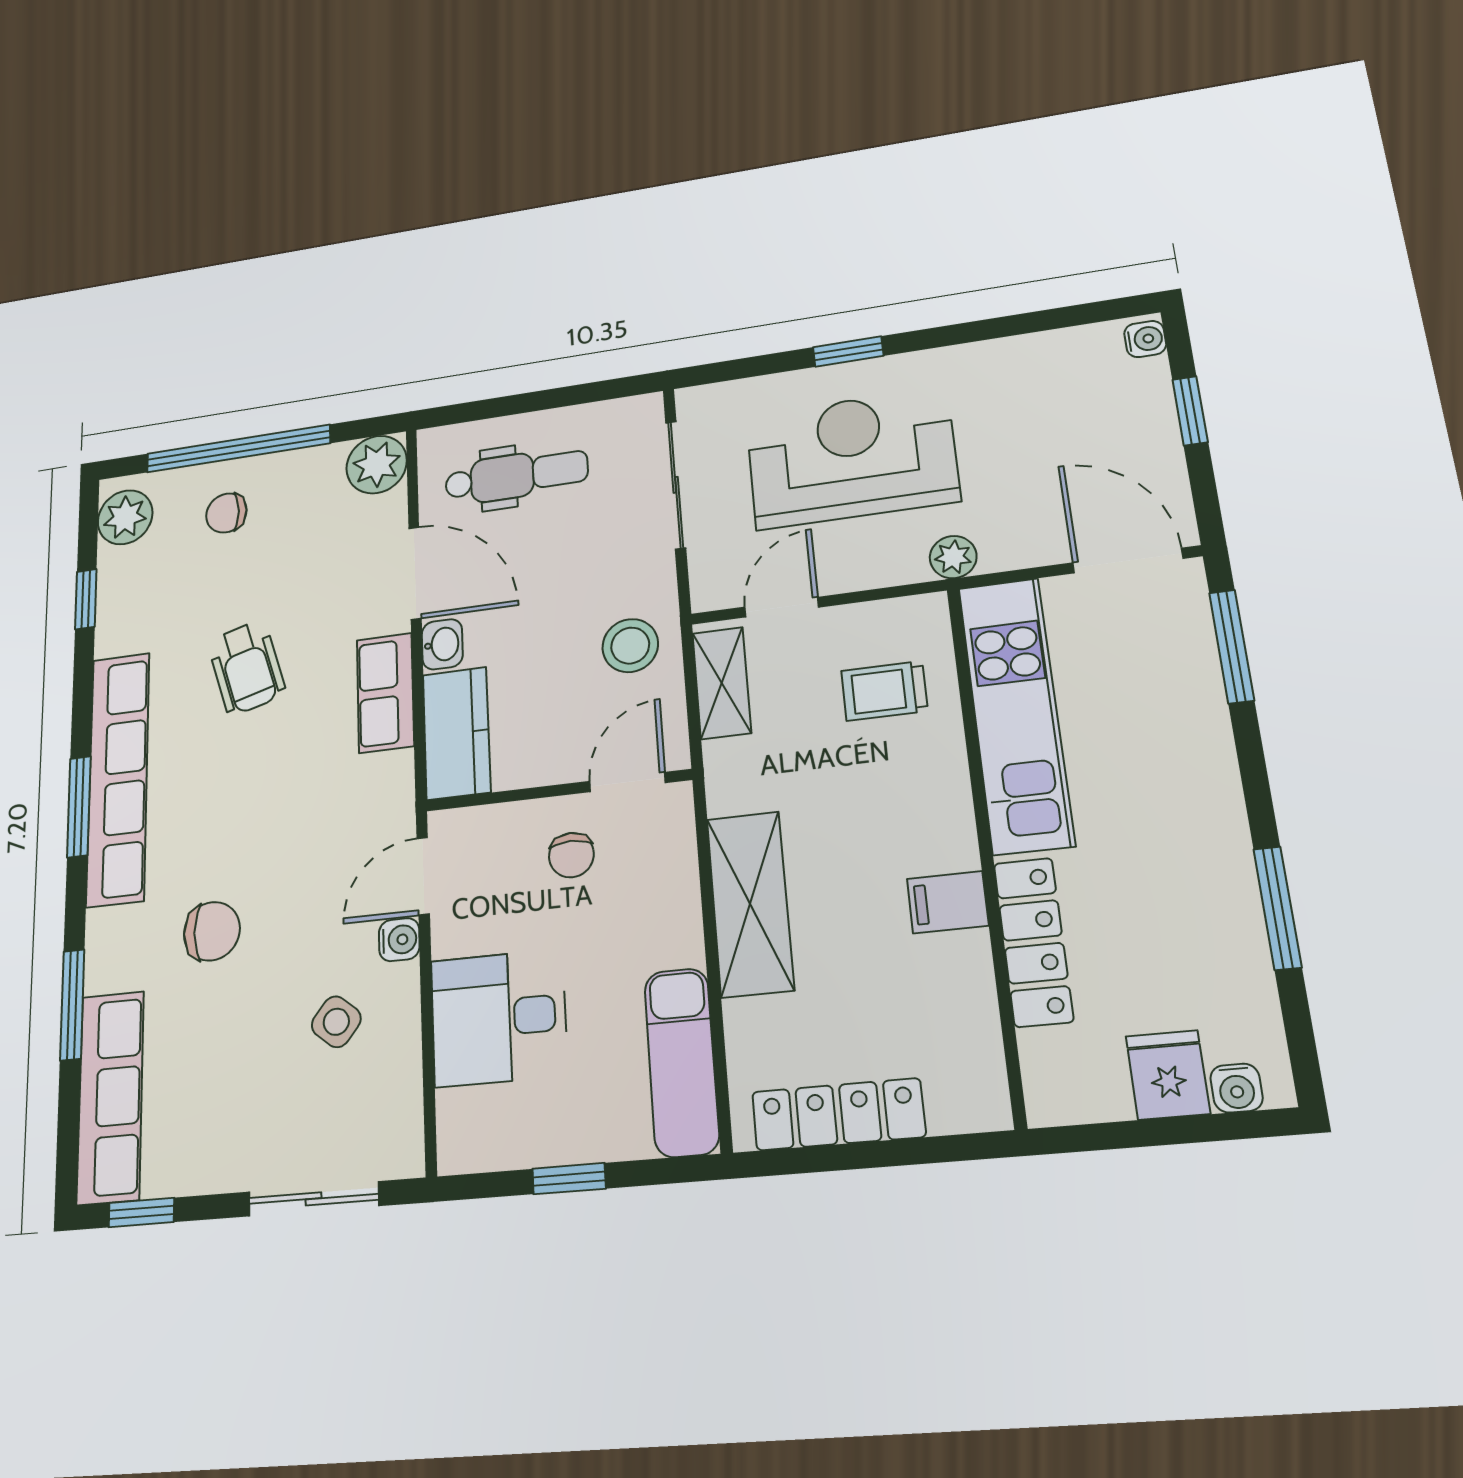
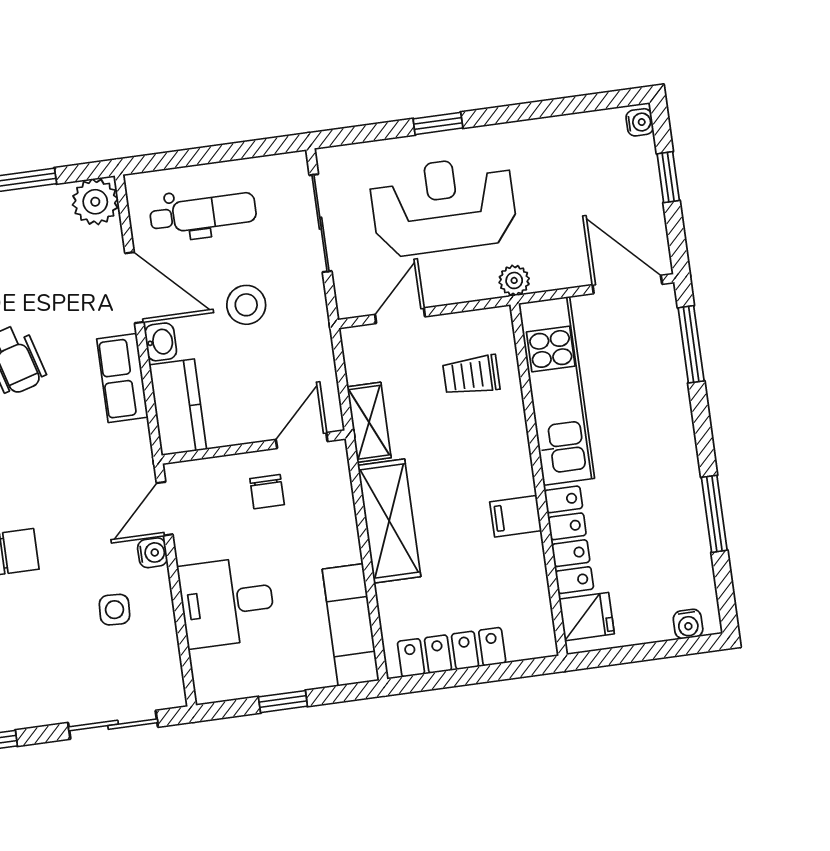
stool: (630, 646) -> (246, 305), moved
shelving: (722, 683) -> (369, 422), moved
side table: (336, 1022) -> (115, 610), turned -36
fridge: (1168, 1075) -> (587, 617), moved, turned 90

